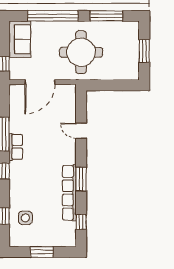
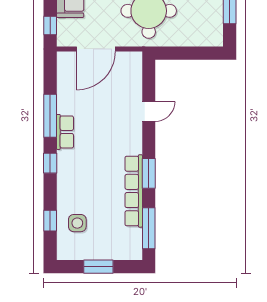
door: (81, 131) -> (149, 111), swing flipped
window: (81, 222) -> (149, 228), width x2.17

